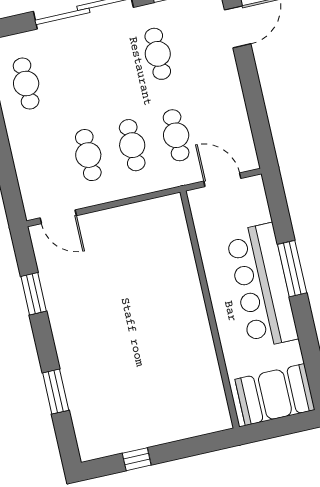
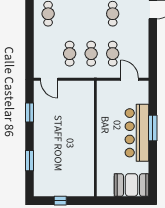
wall: (210, 310) -> (95, 138), moved

